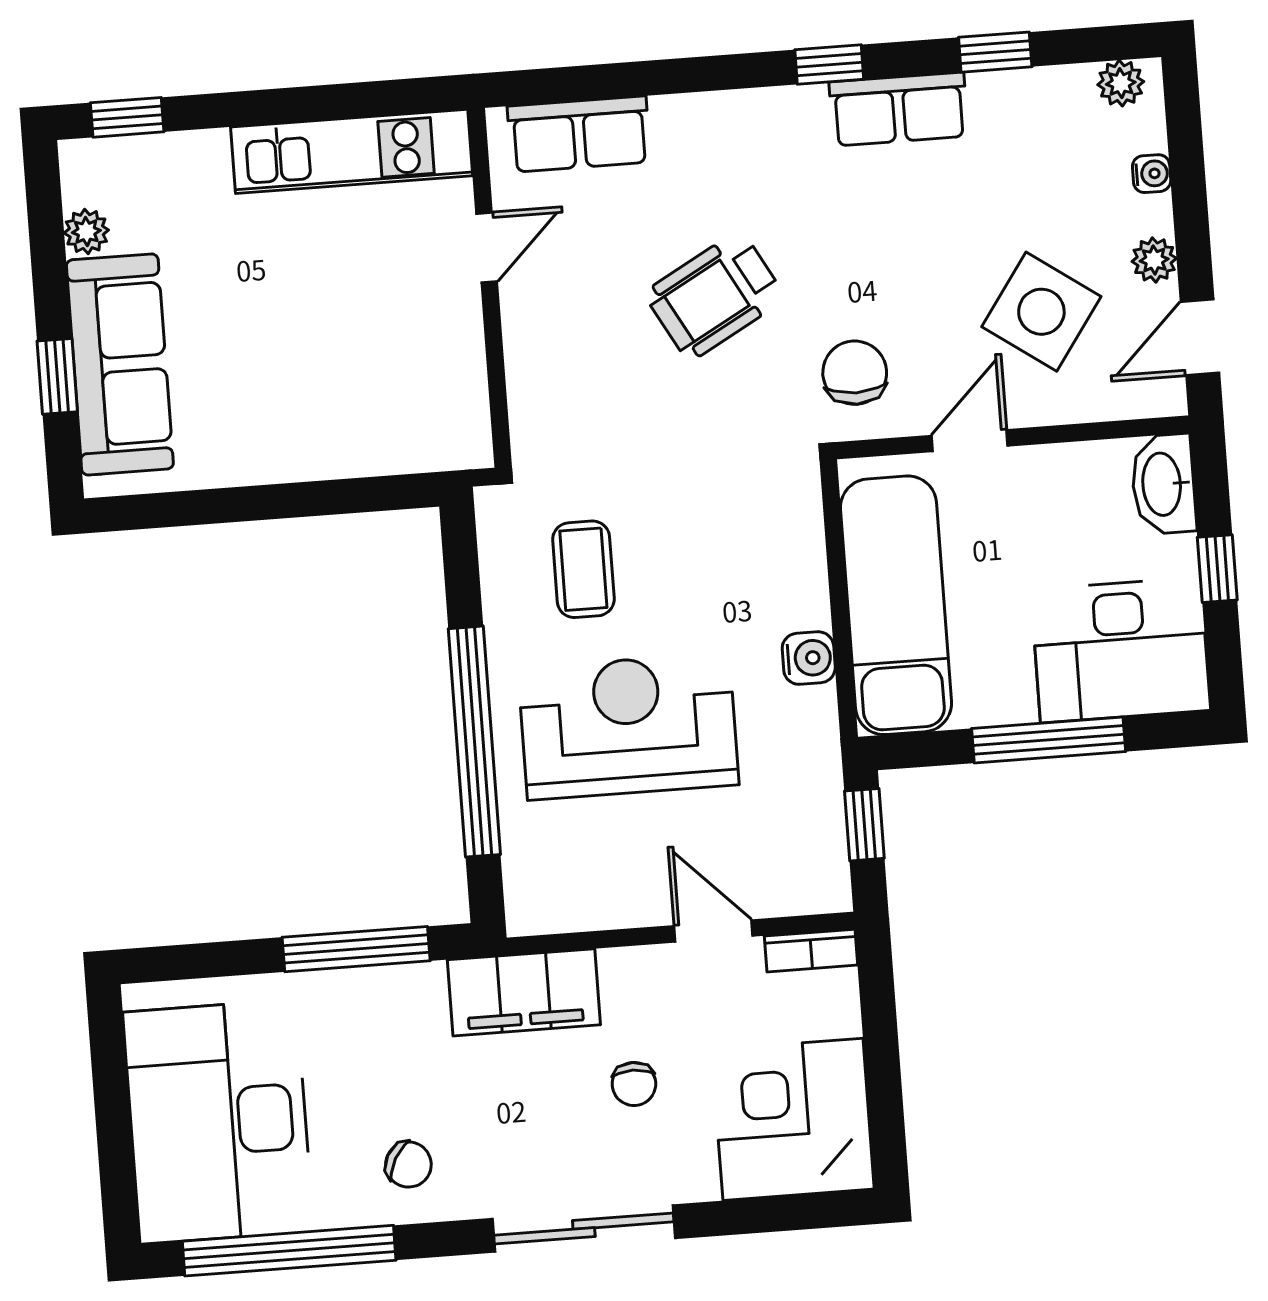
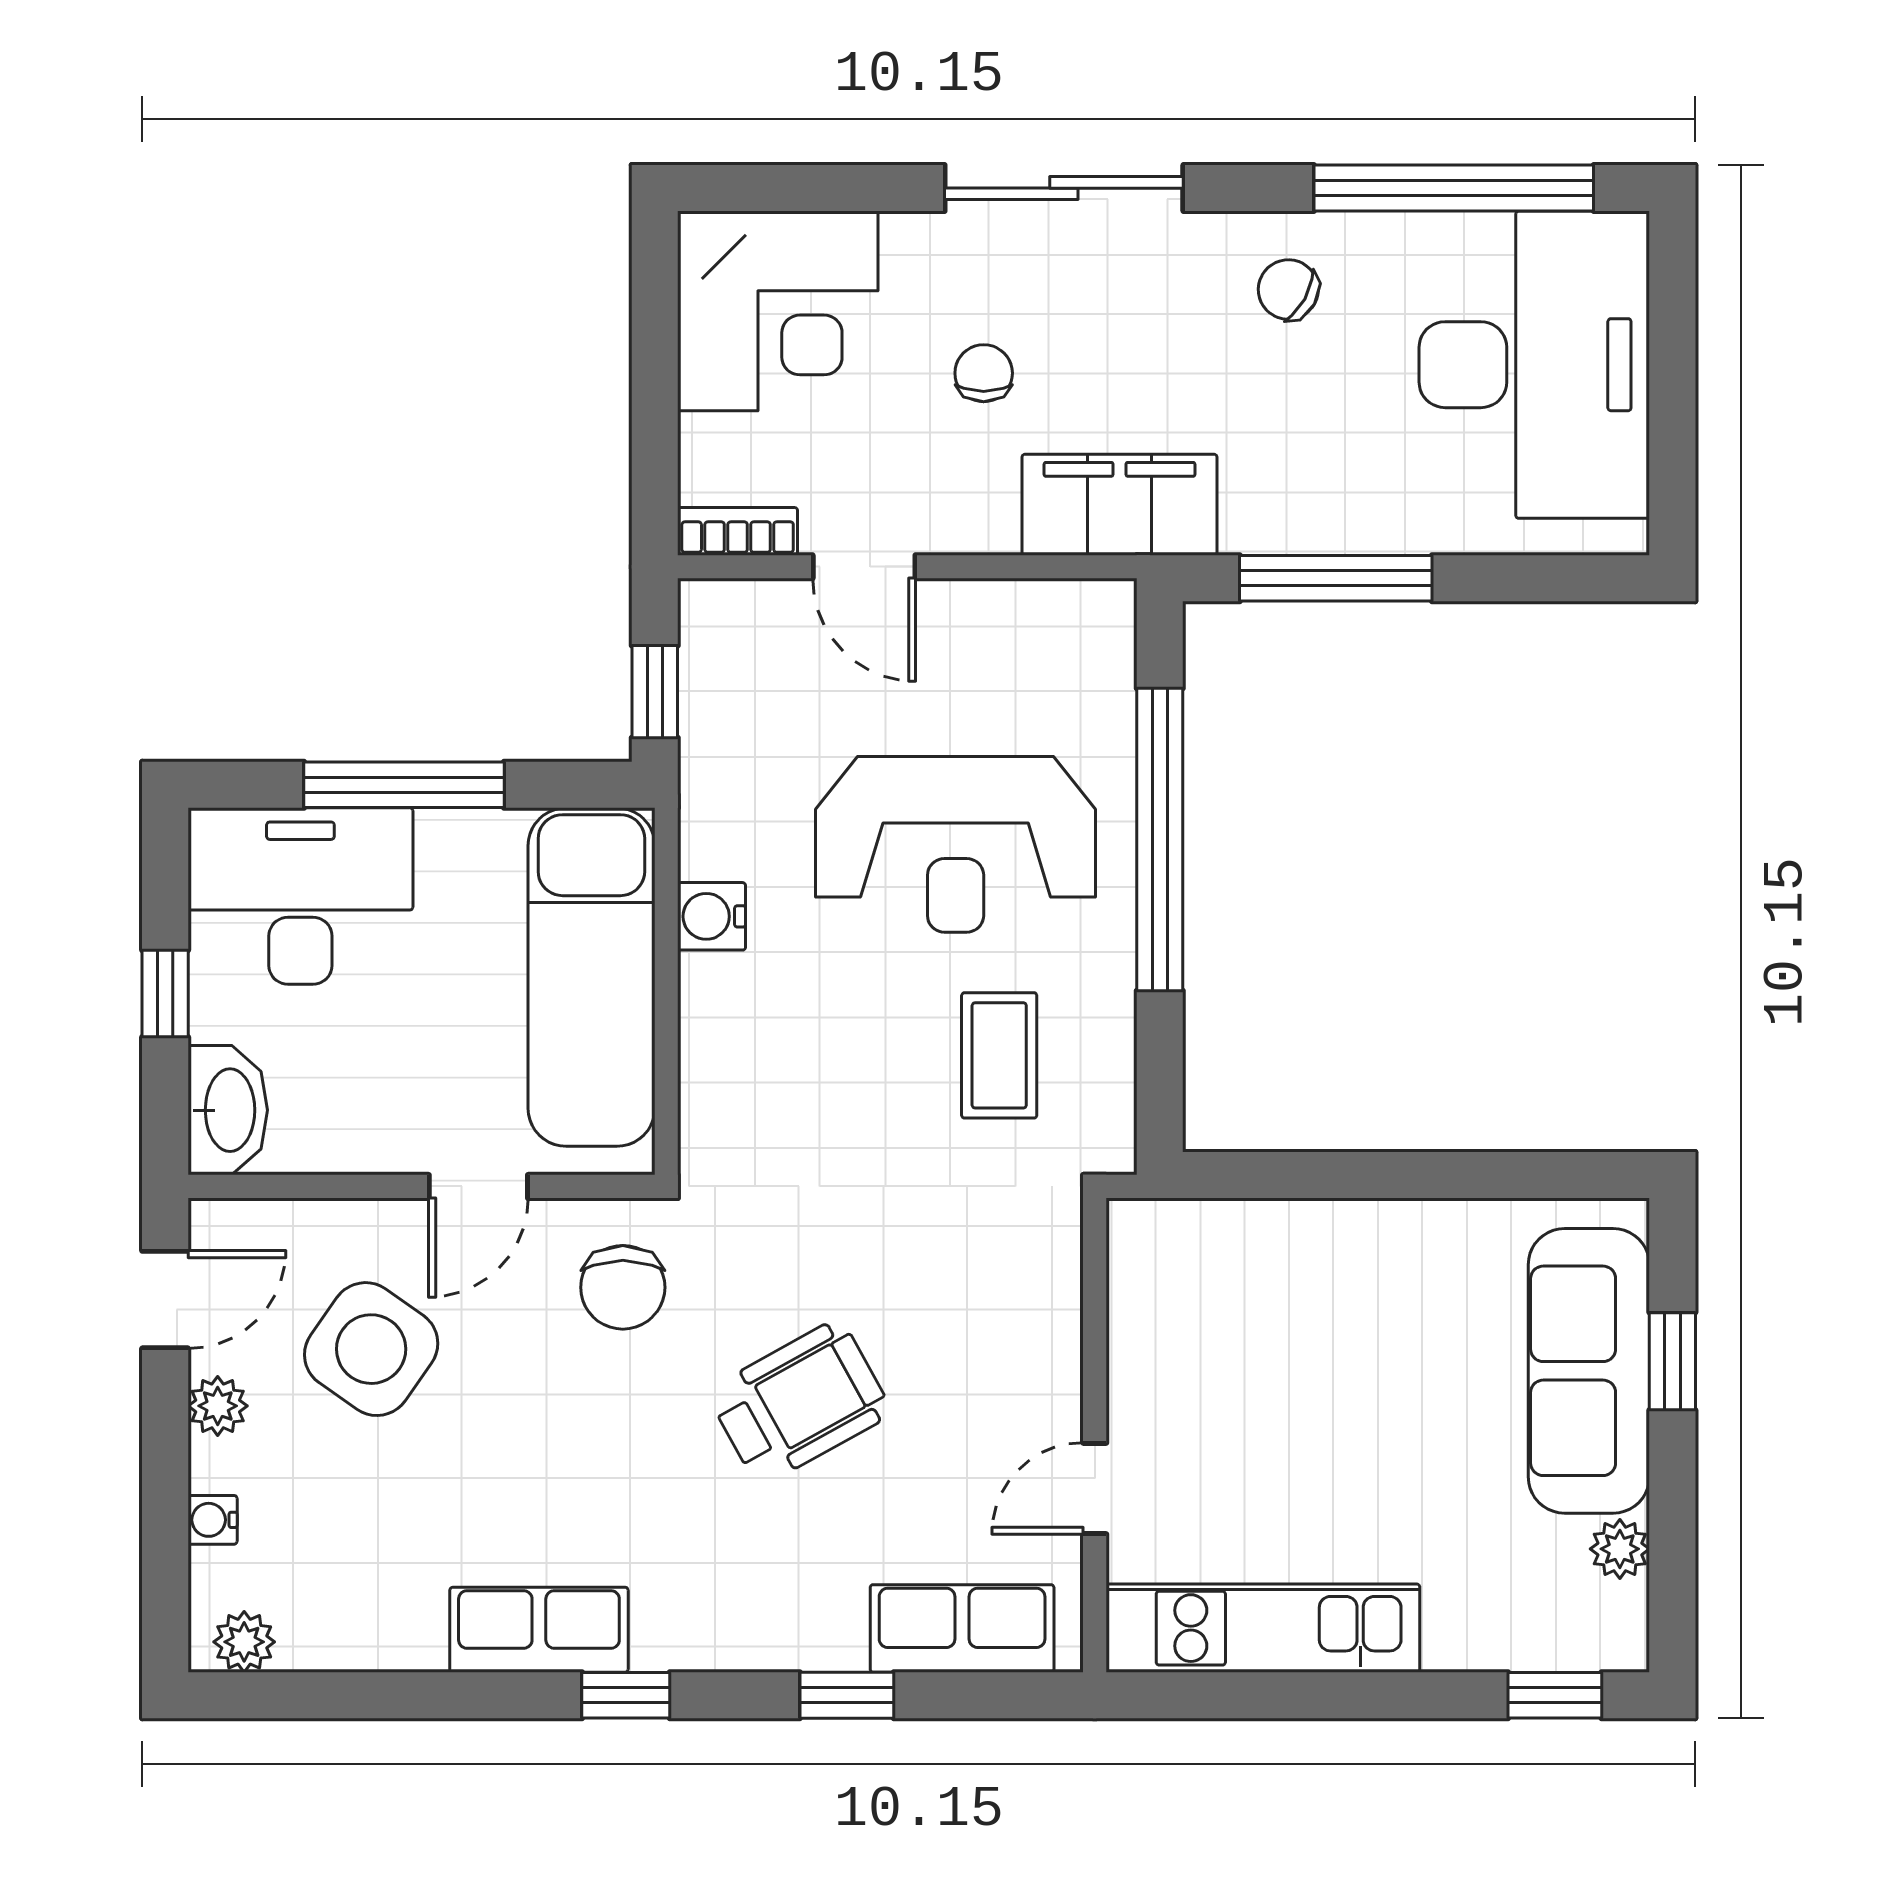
window: (995, 52) -> (847, 1695), moved

